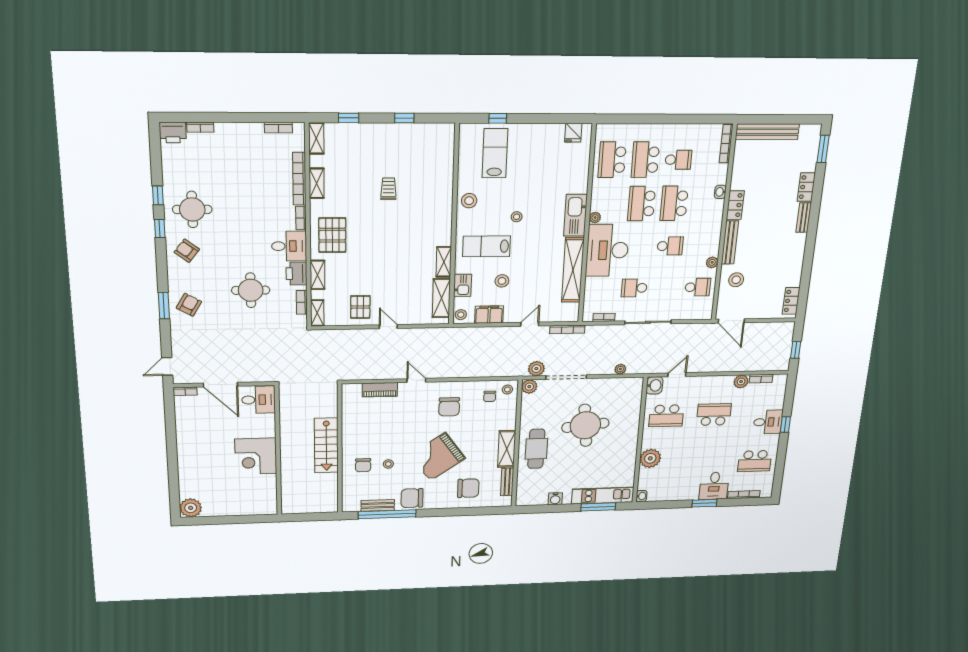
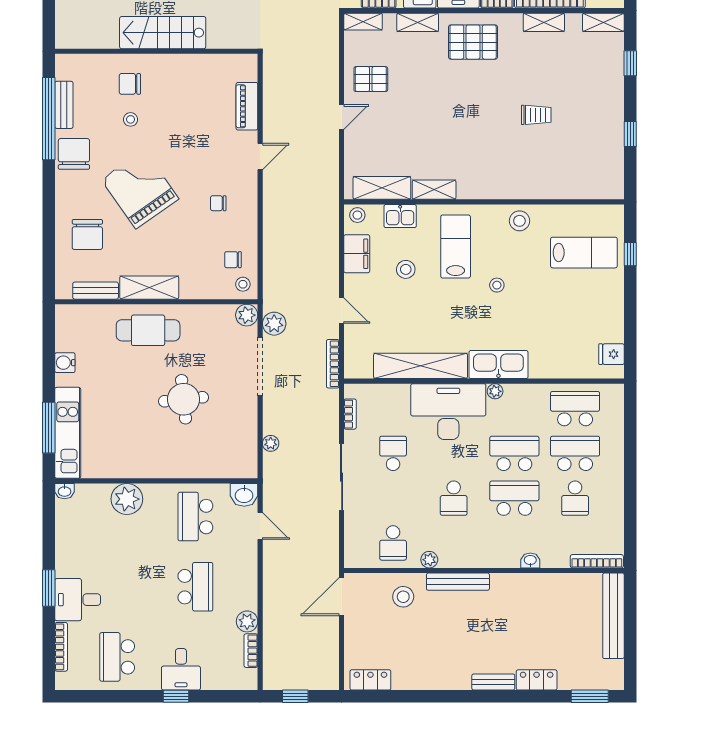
locker: (735, 205) -> (512, 583), removed
chair: (449, 407) -> (218, 203), width x0.54, depth x0.54
round table: (585, 425) -> (184, 399), width x0.73, depth x0.73

